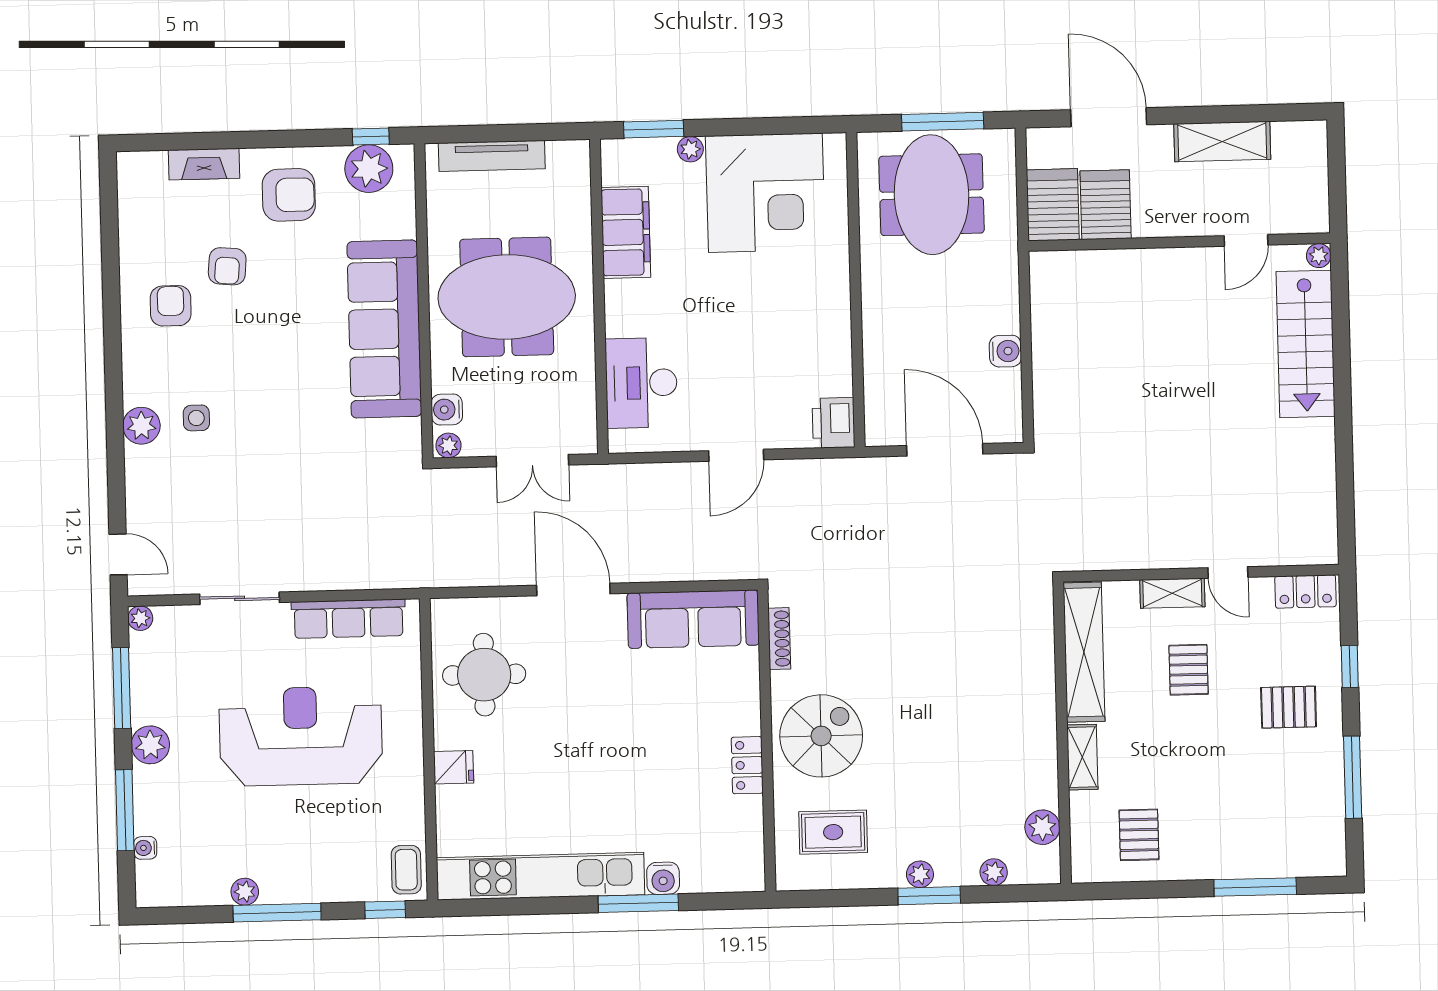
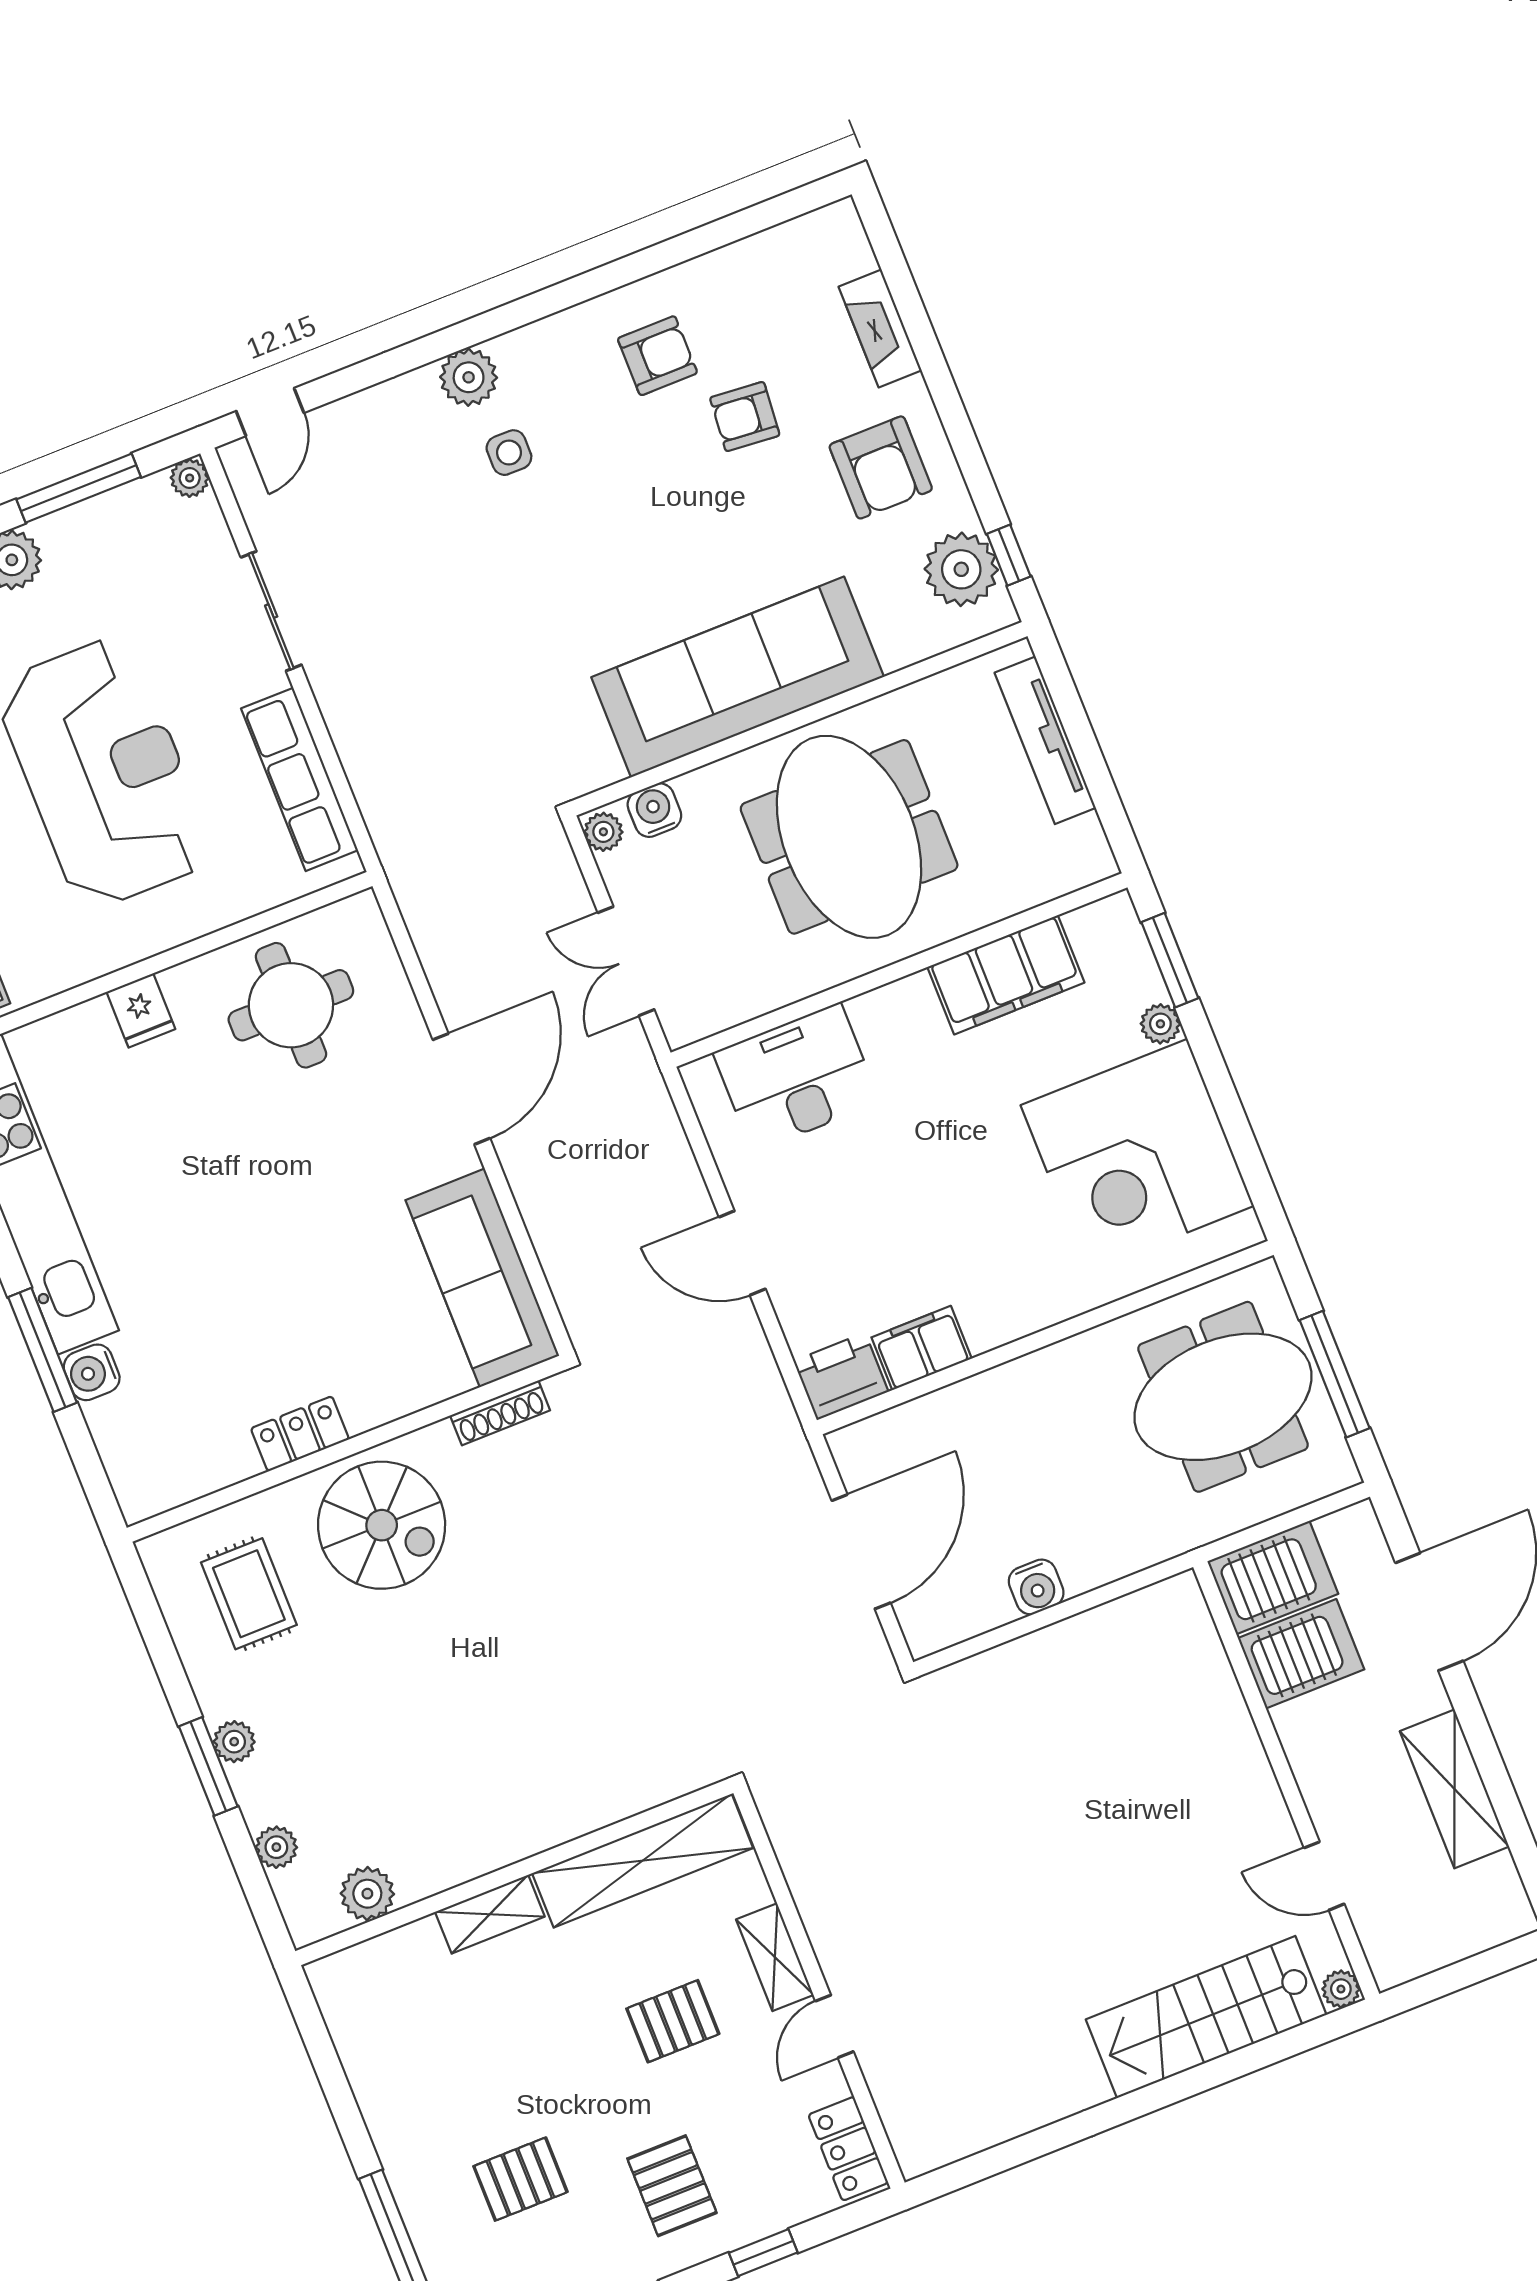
filing cabinet: (834, 367) -> (922, 1348), added
pallet: (1139, 835) -> (520, 2179), moved

